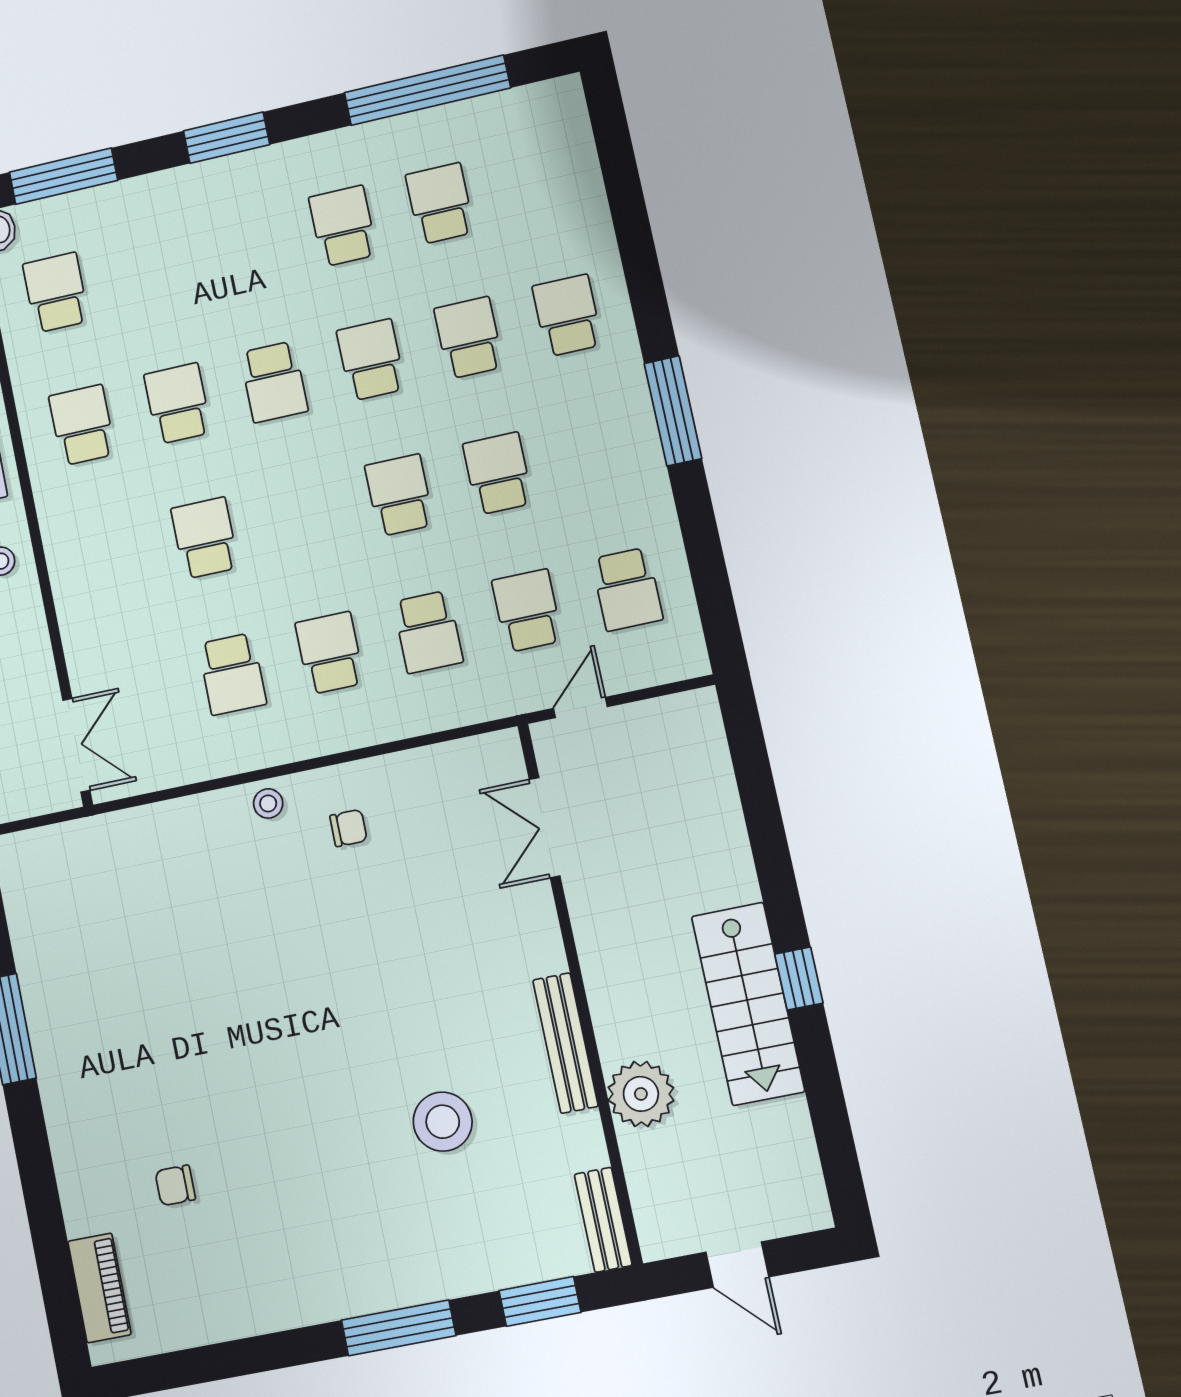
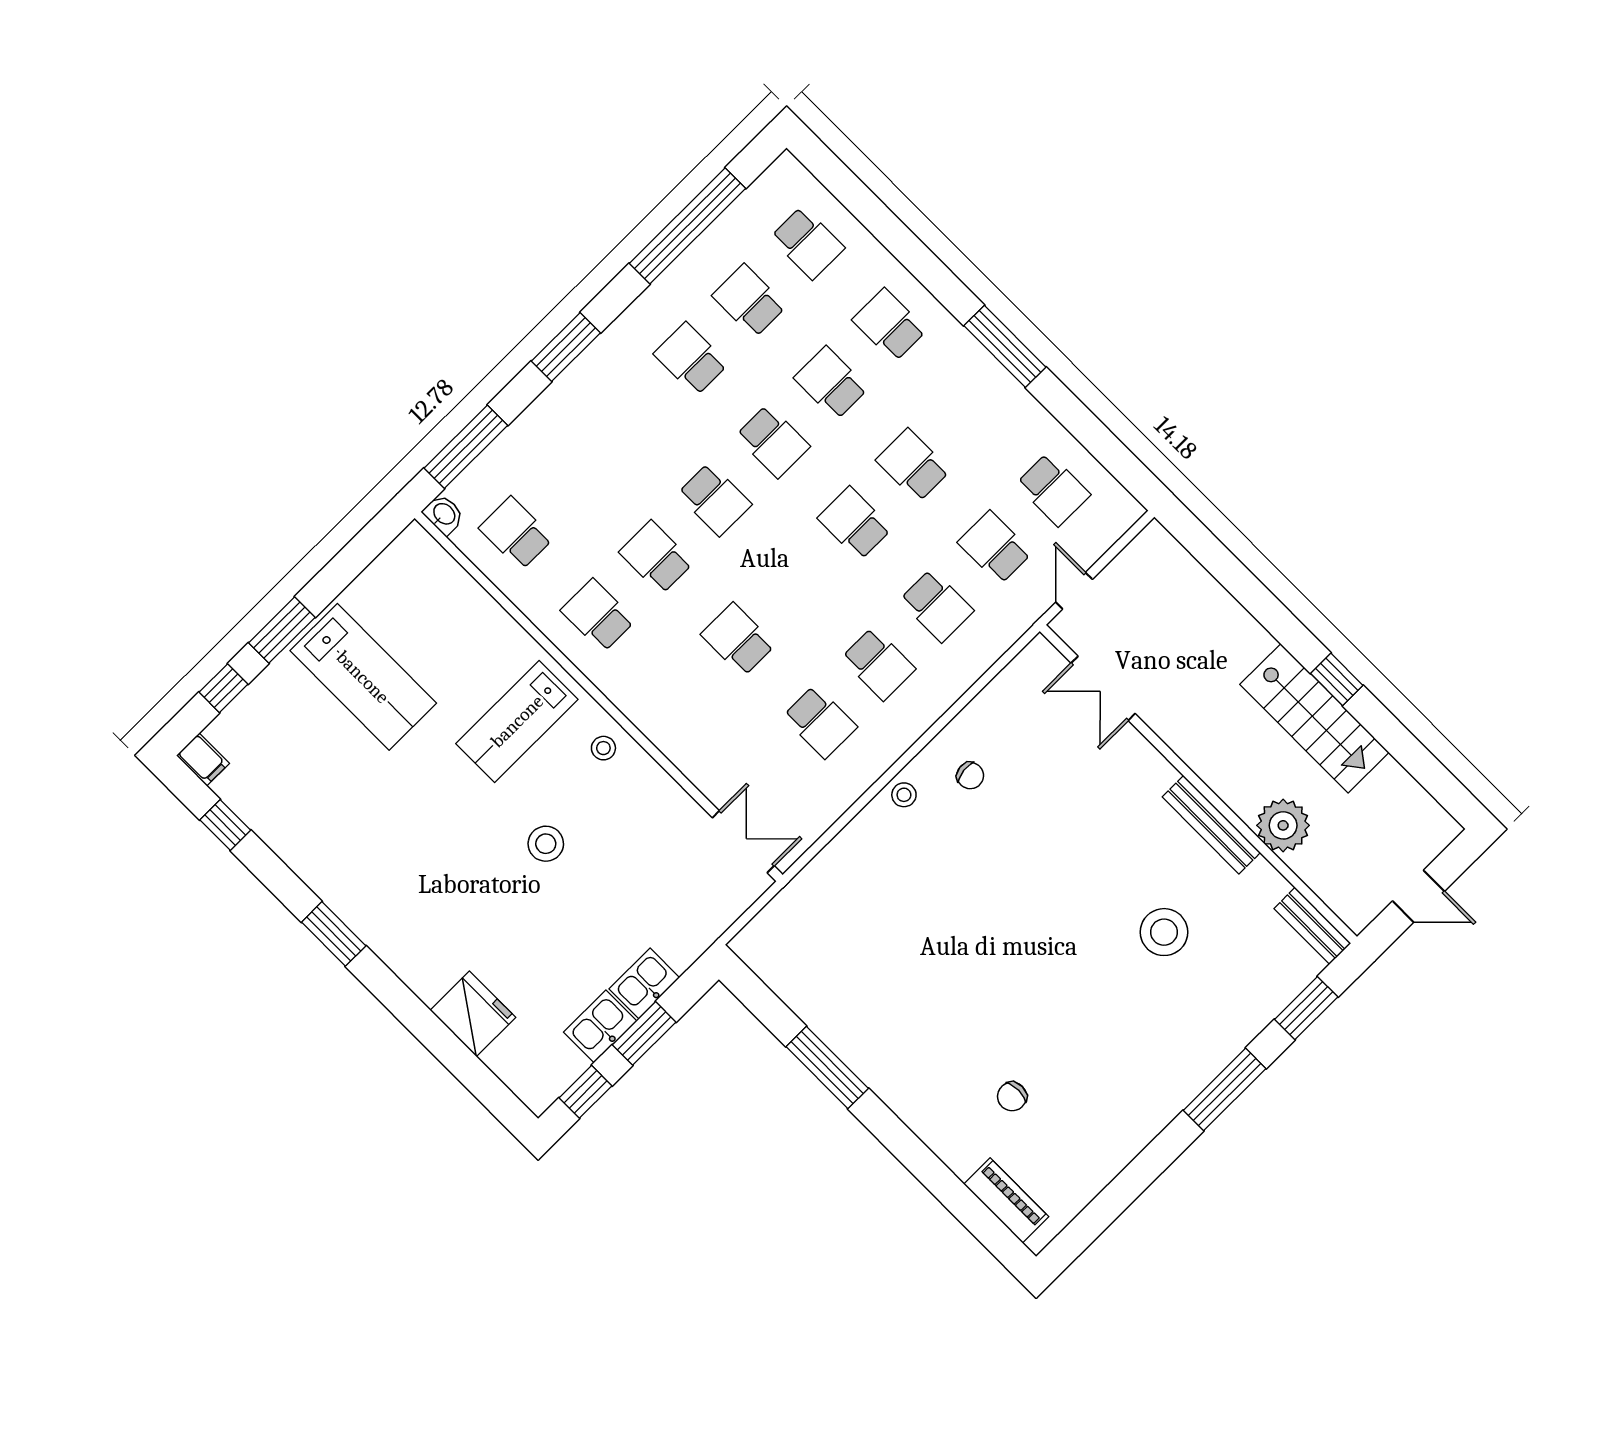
school desk: (538, 181) -> (807, 243), added
school desk: (371, 360) -> (773, 441), turned 180
school desk: (330, 653) -> (878, 664), turned 180
chair: (348, 828) -> (970, 776), turned 83

